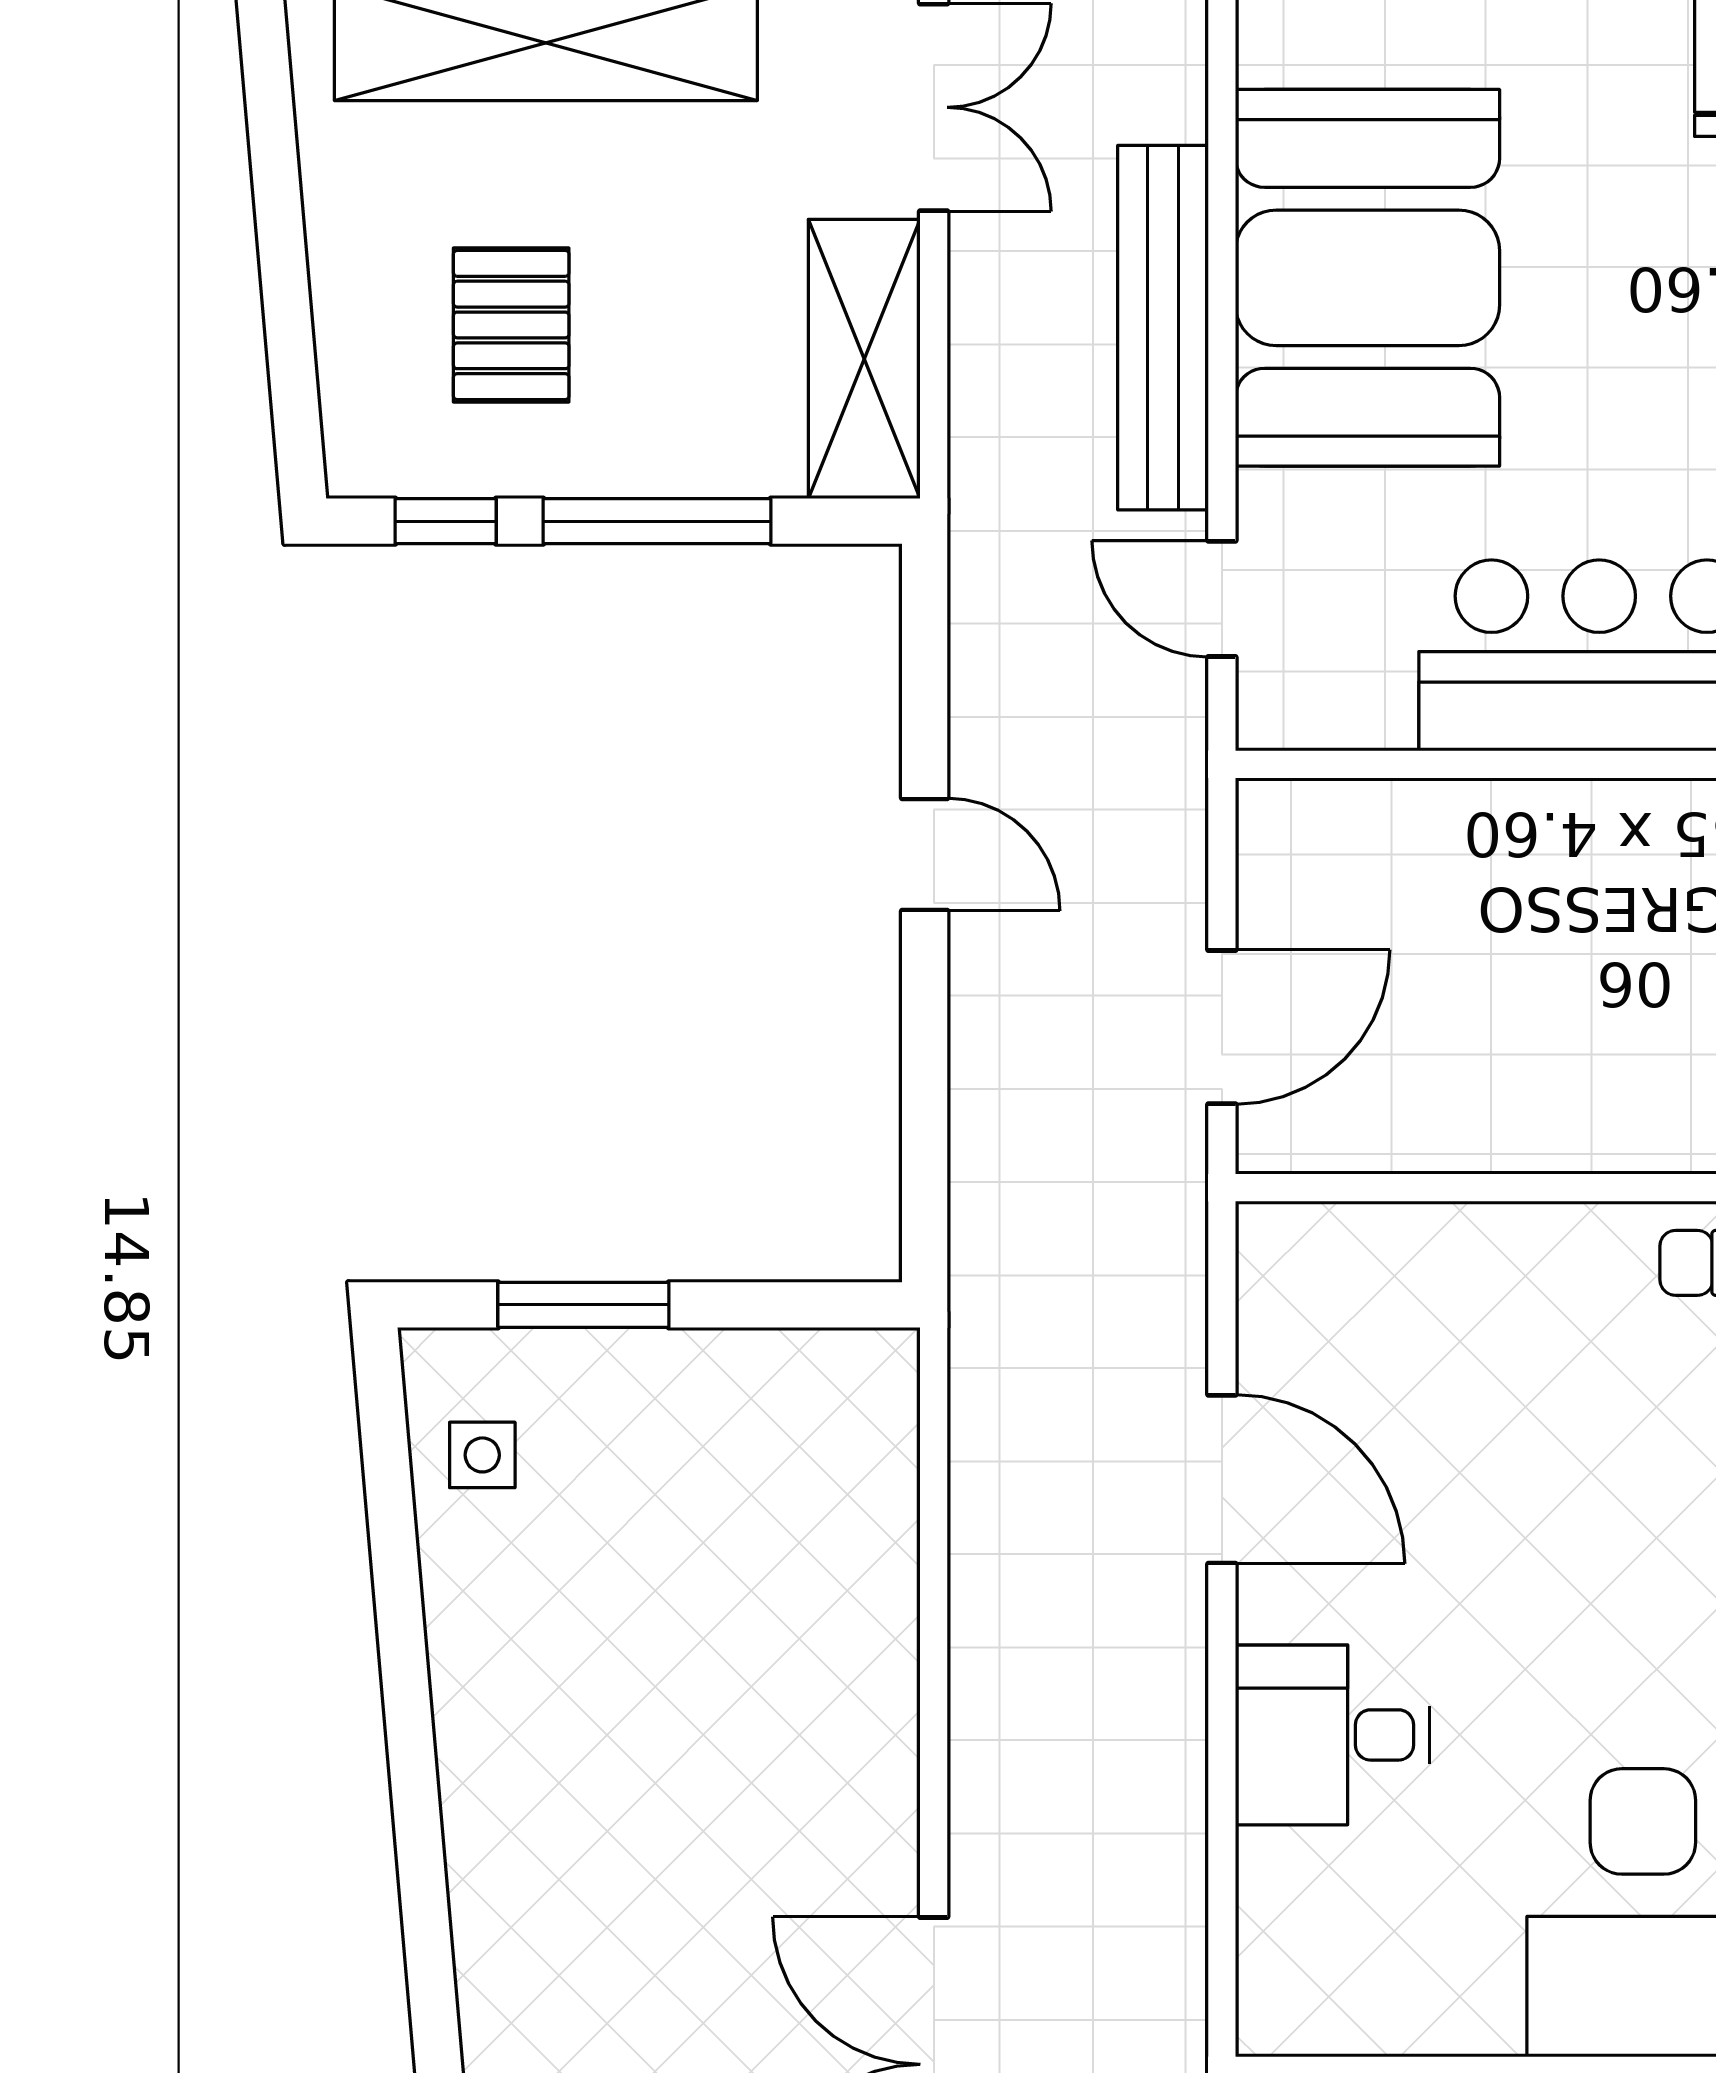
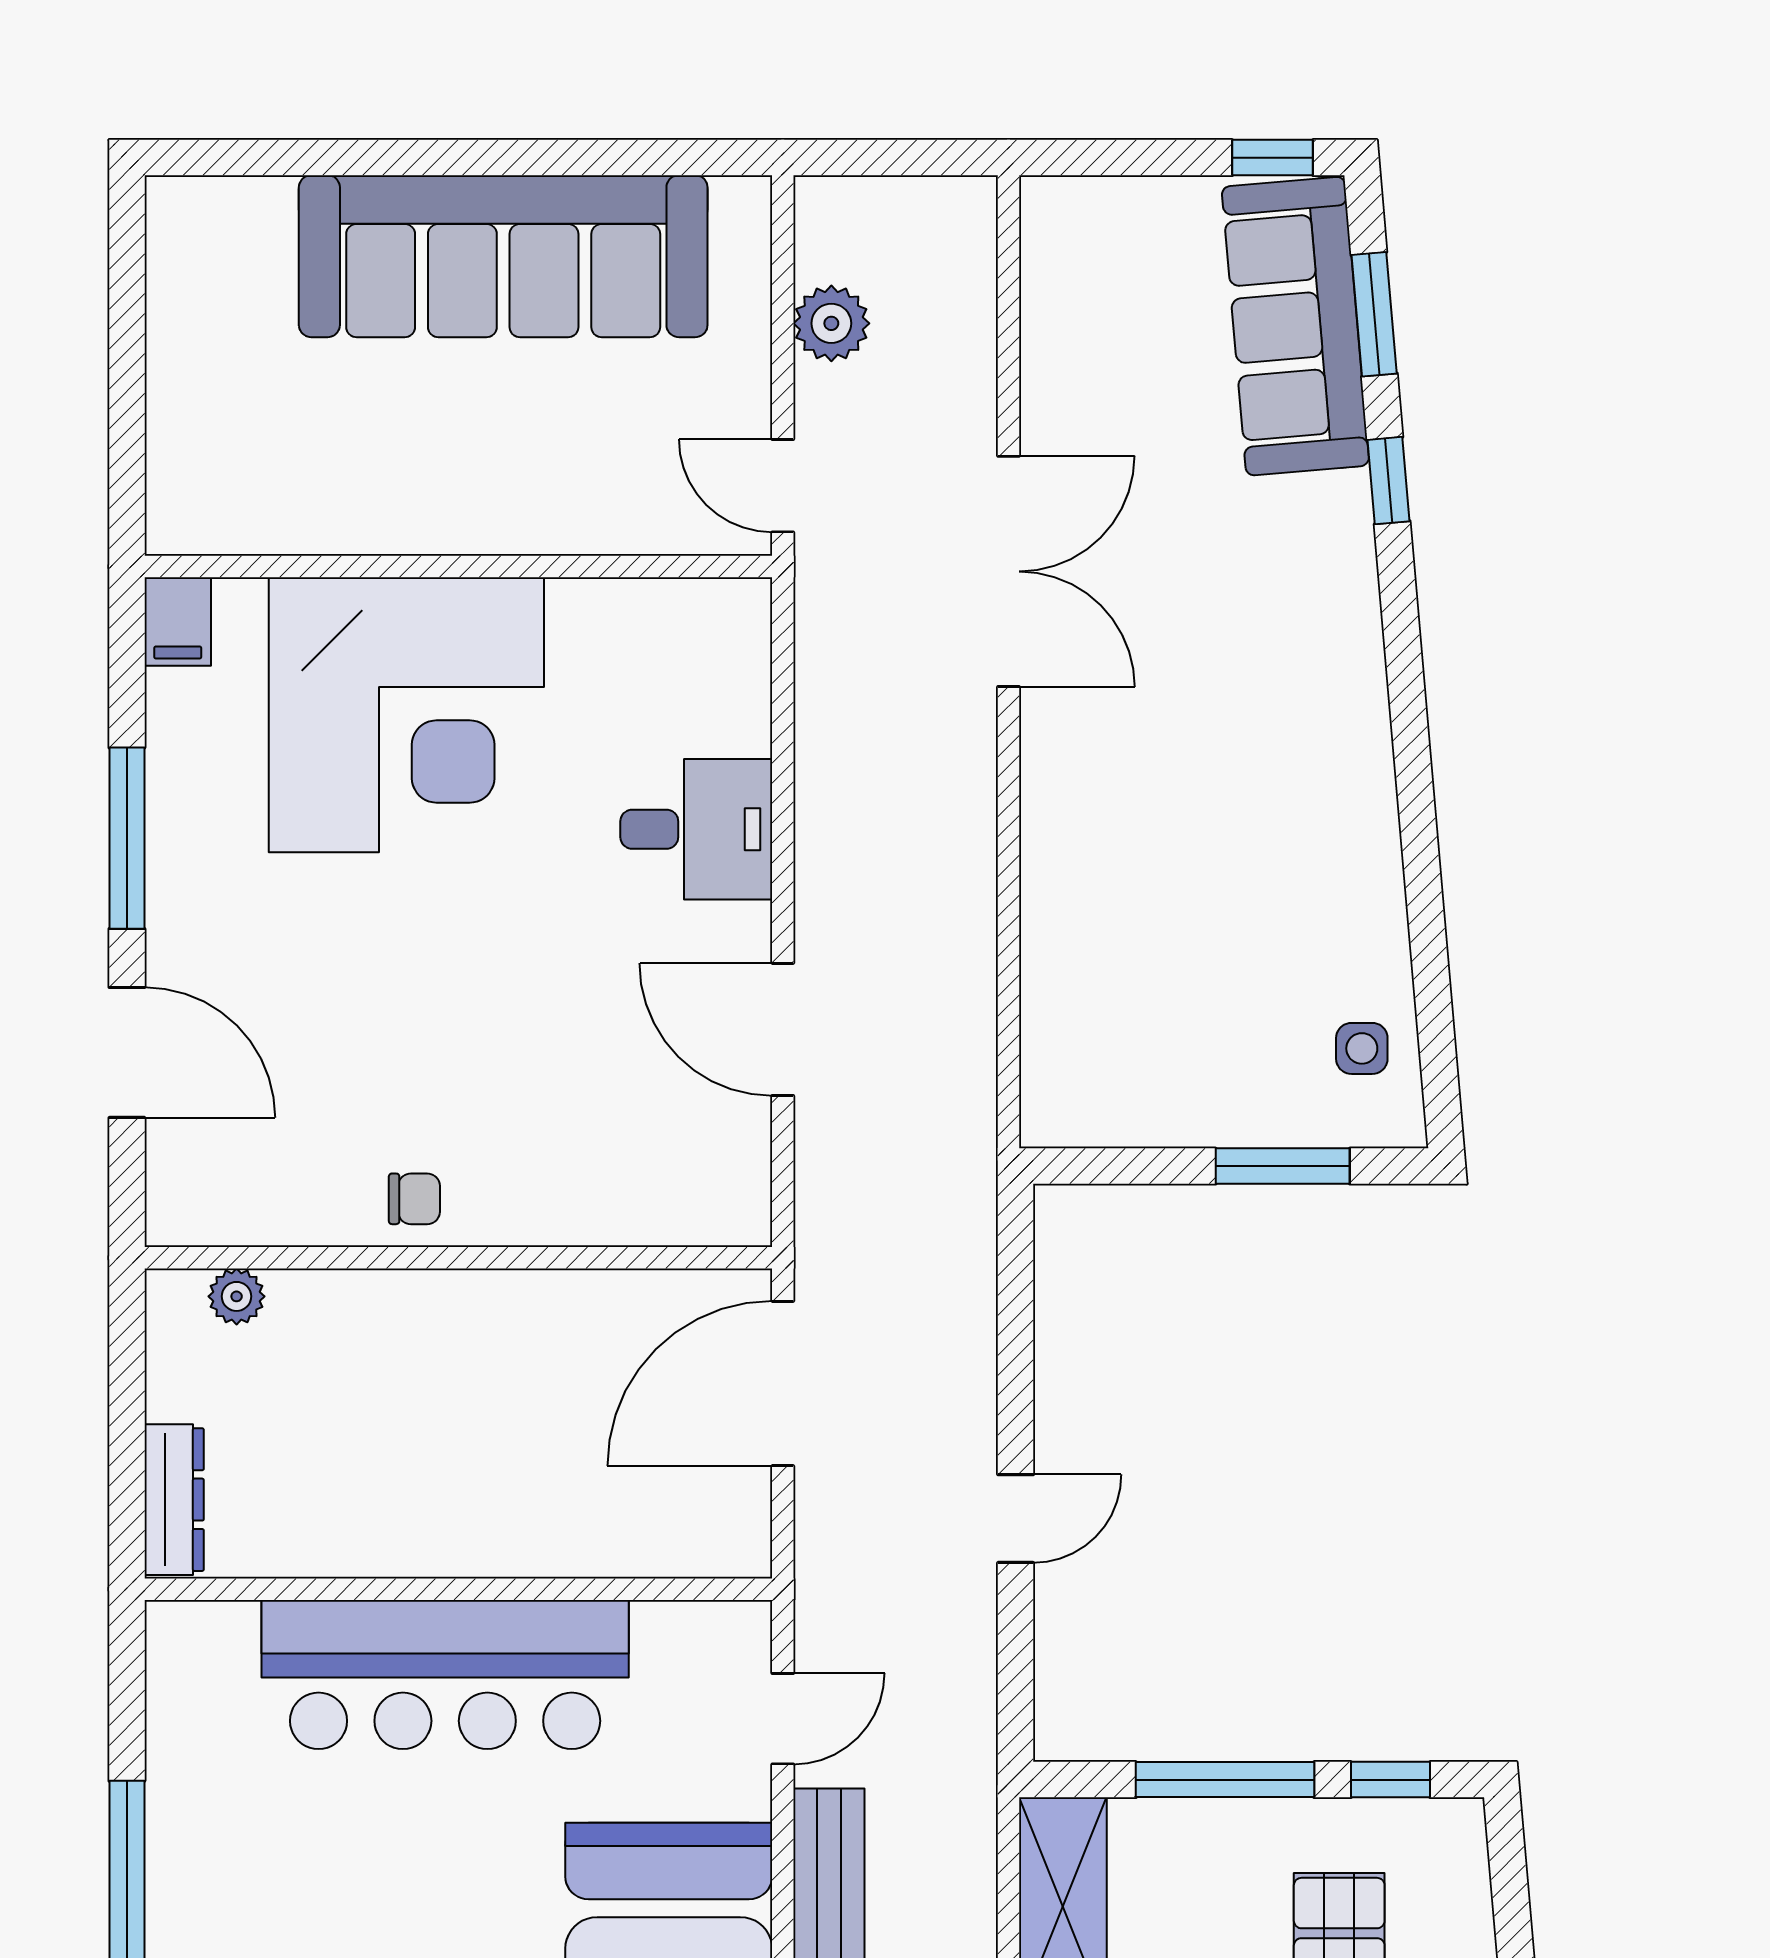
door: (1222, 599) -> (783, 1719), hinge flipped
door: (925, 855) -> (1016, 1519), swing flipped
door: (1222, 1027) -> (783, 1384), width x1.36

